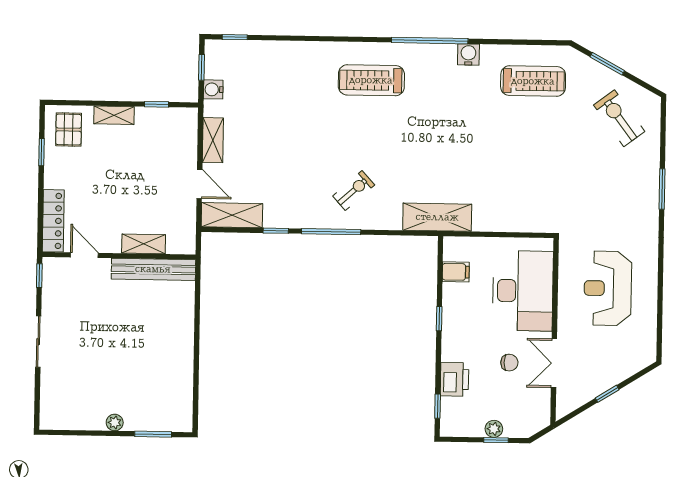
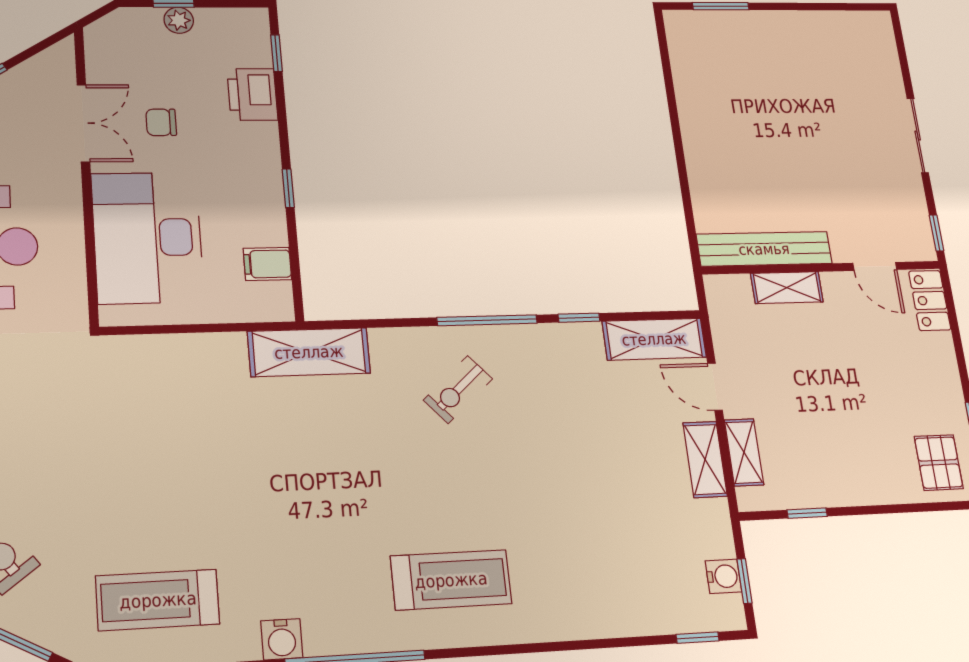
water cooler: (213, 89) -> (723, 576), moved
shelving: (114, 115) -> (744, 452), moved, turned 90
locker: (53, 221) -> (930, 300), width x0.66
plant: (115, 422) -> (781, 22), removed

